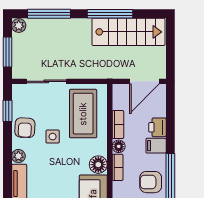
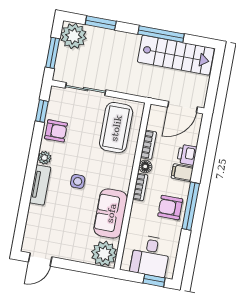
window: (49, 14) -> (101, 23), width x0.69
plant: (19, 26) -> (74, 36), width x1.88, depth x1.88
armchair: (25, 128) -> (56, 131), turned -93
side table: (53, 137) -> (78, 181), moved
floor lamp: (98, 165) -> (122, 181), removed

